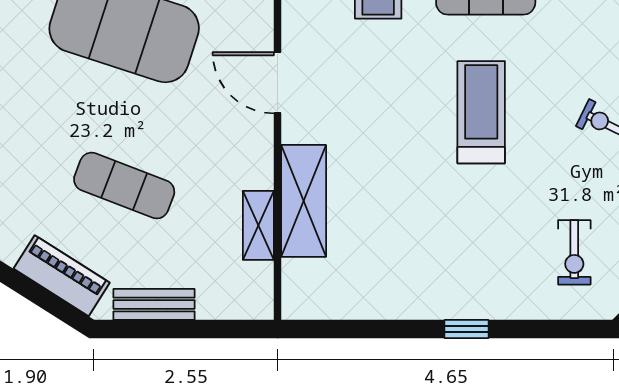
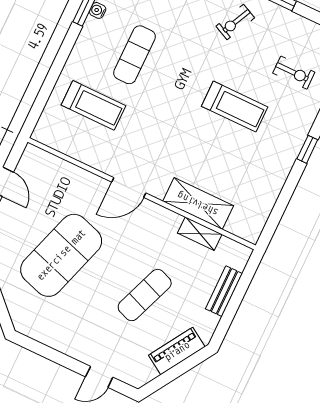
treadmill: (481, 112) -> (235, 107), moved, turned 180
bench: (154, 304) -> (224, 291), moved

